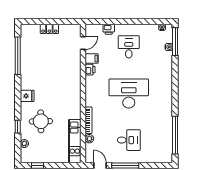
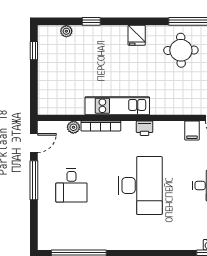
printer: (90, 70) -> (145, 128), moved
round table: (41, 121) -> (181, 50), moved
kitchen unit: (75, 141) -> (117, 106), moved

